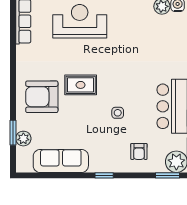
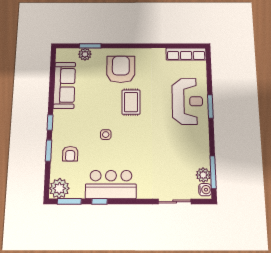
armchair: (139, 151) -> (70, 154), turned -90
window: (168, 175) -> (49, 150), moved

